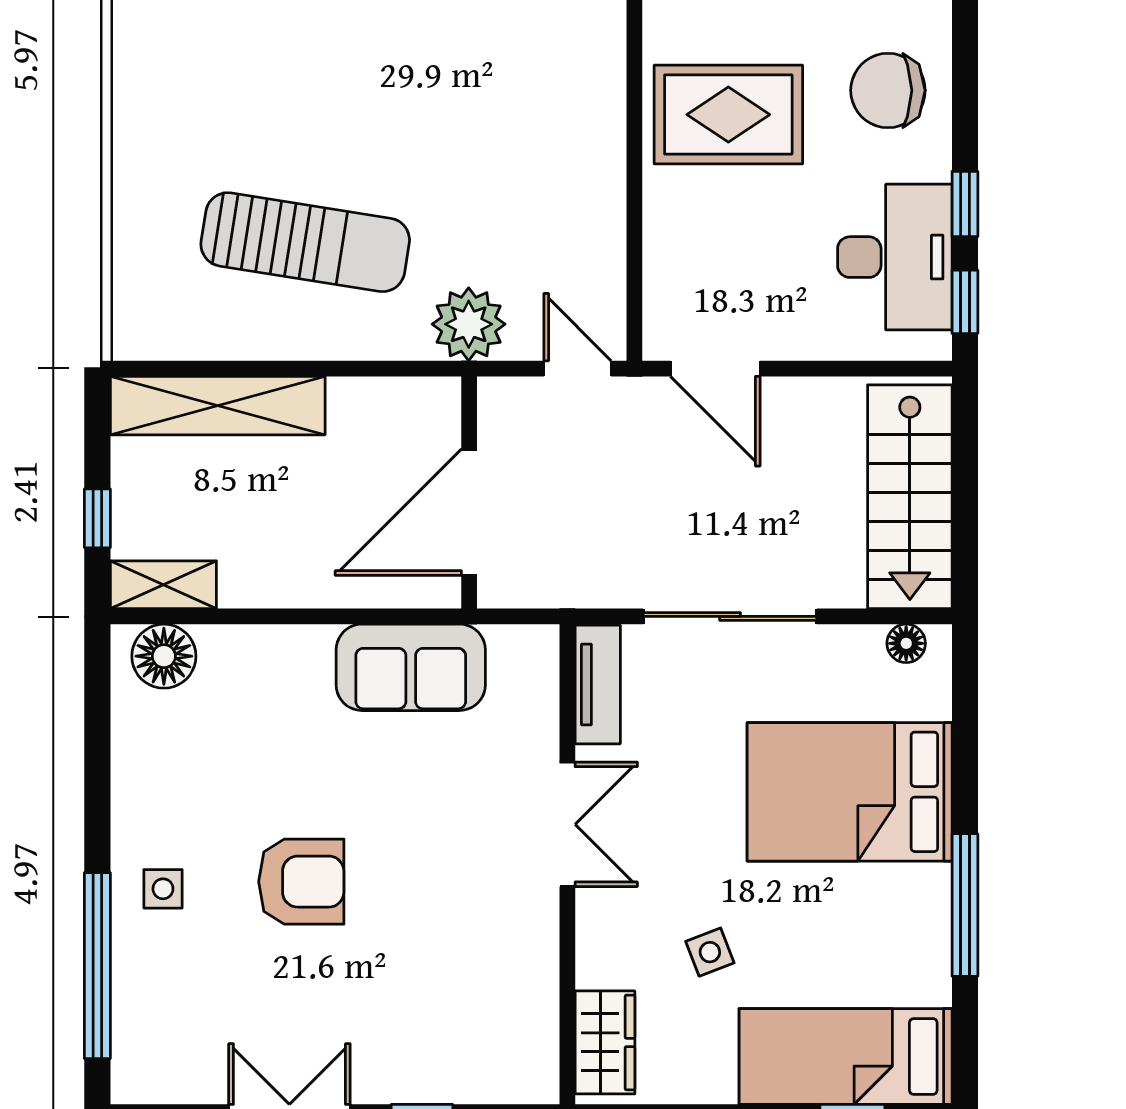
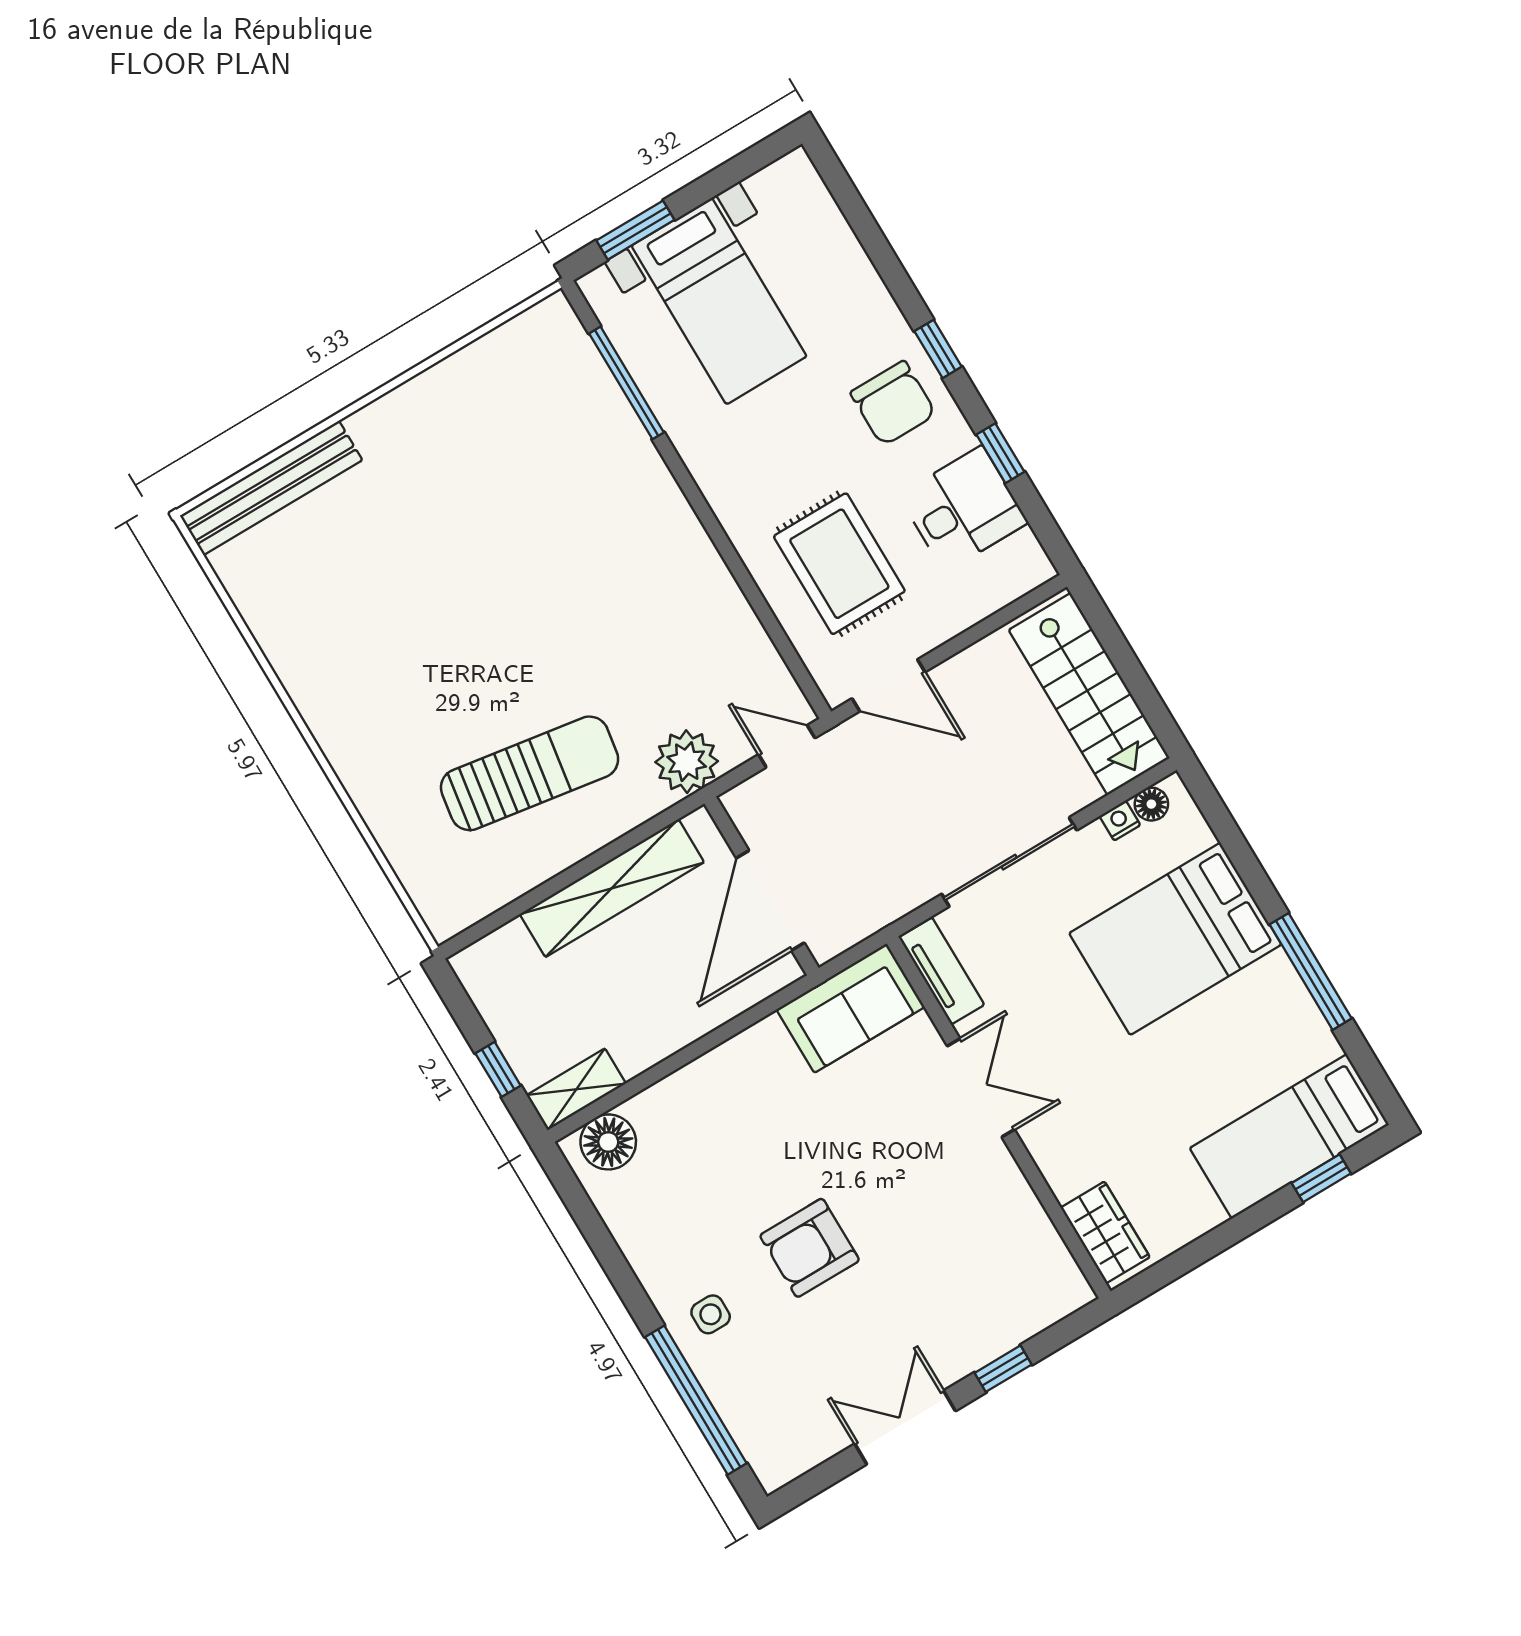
chair: (888, 90) -> (893, 403), turned -90
rug: (728, 115) -> (839, 564), moved, turned 90
desk: (895, 257) -> (963, 509), width x0.73
window: (965, 302) -> (938, 349), moved
shelving: (218, 406) -> (612, 888), moved
nightstand: (865, 641) -> (1120, 821), added
sofa: (411, 667) -> (851, 1008), moved
armchair: (301, 882) -> (810, 1248), turned 180
side table: (710, 952) -> (1143, 1119), removed

